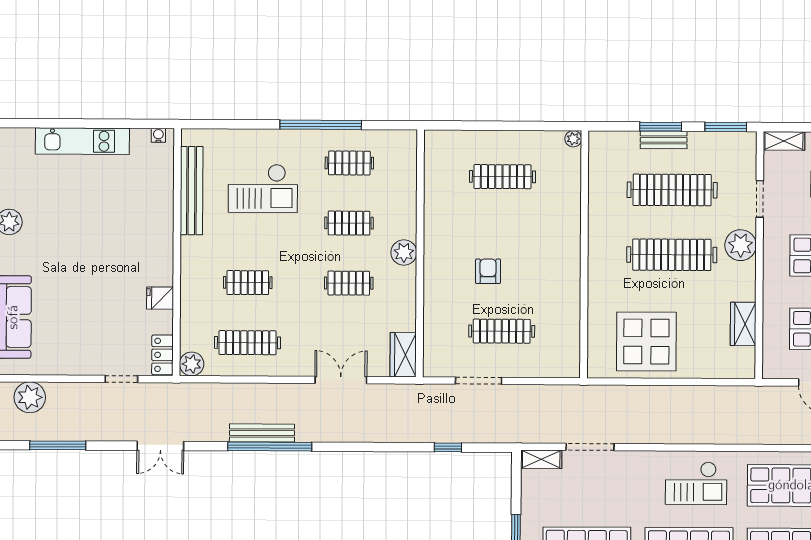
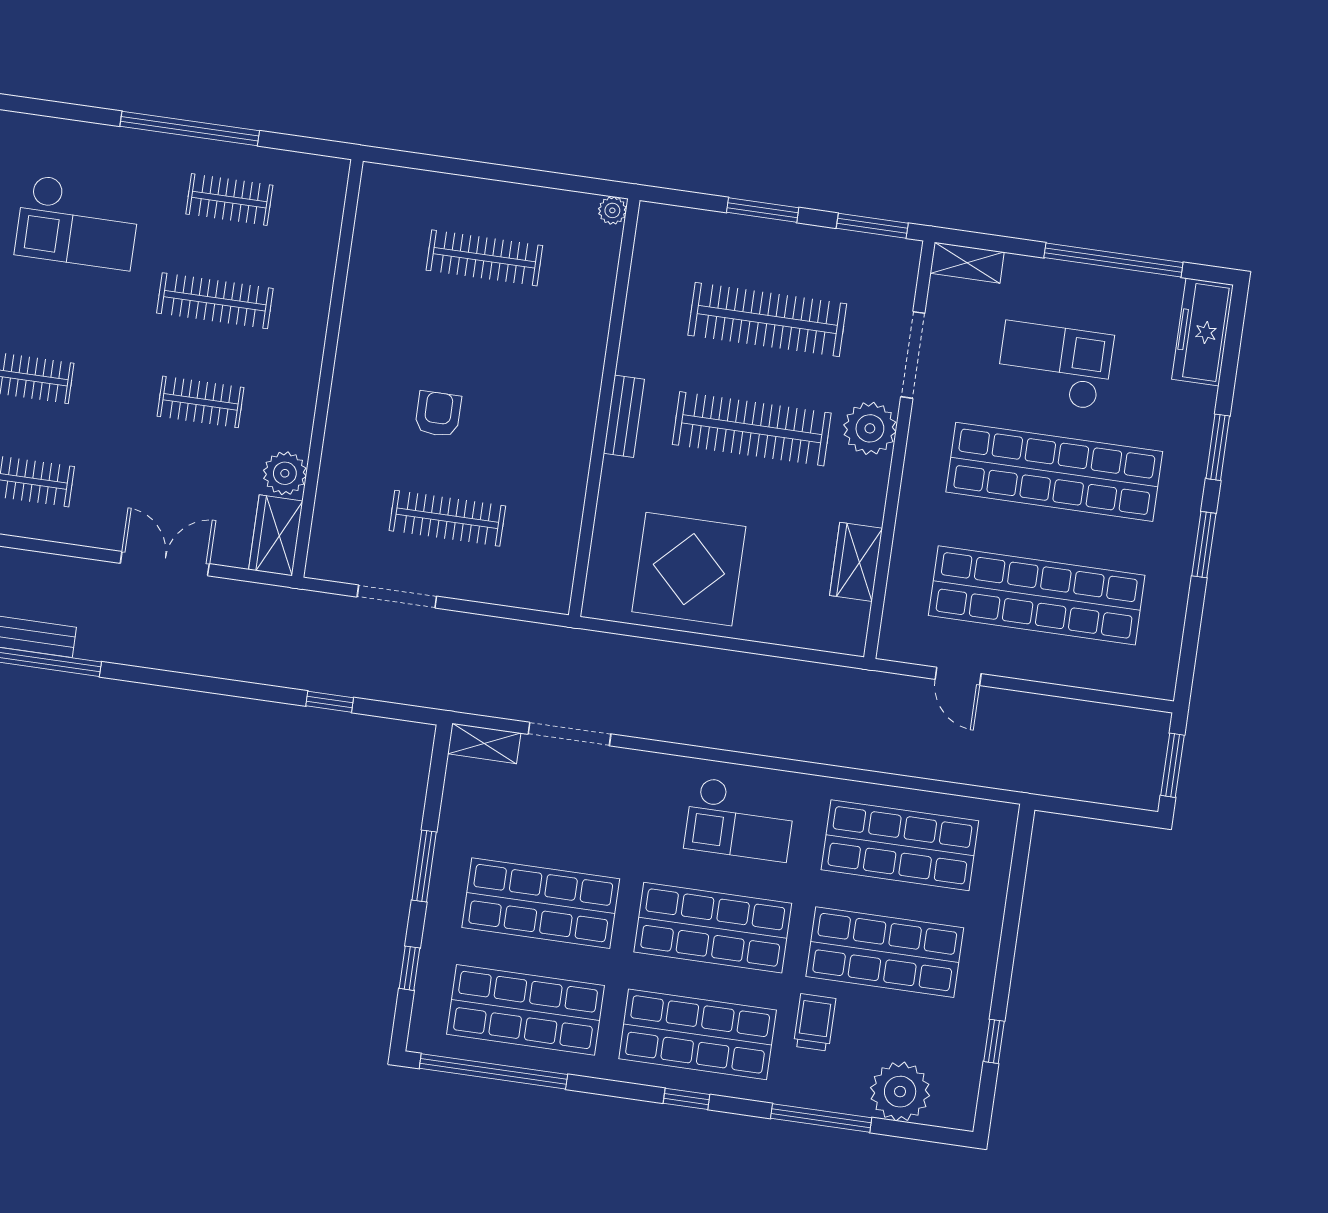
bench: (664, 140) -> (624, 416), moved, turned 90
doorway: (760, 199) -> (913, 355), width x1.38
clothes rail: (349, 223) -> (215, 301), width x1.36
plant: (404, 253) -> (285, 473), moved

